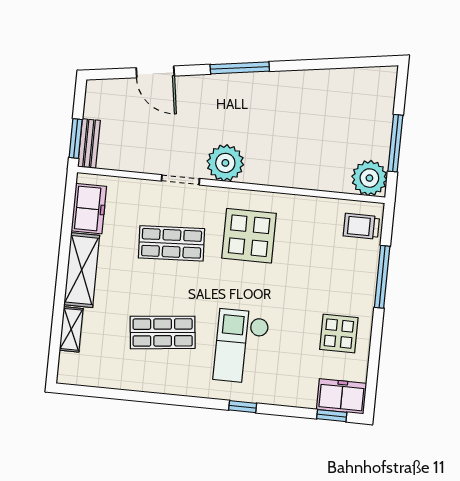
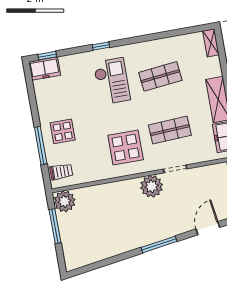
door: (155, 72) -> (208, 228), hinge flipped
shelving: (71, 329) -> (211, 43), moved
display table: (339, 334) -> (63, 131), moved

